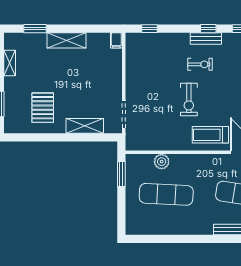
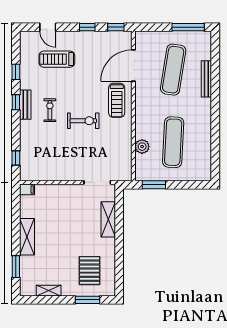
pallet: (43, 108) -> (89, 271), moved, turned 90

